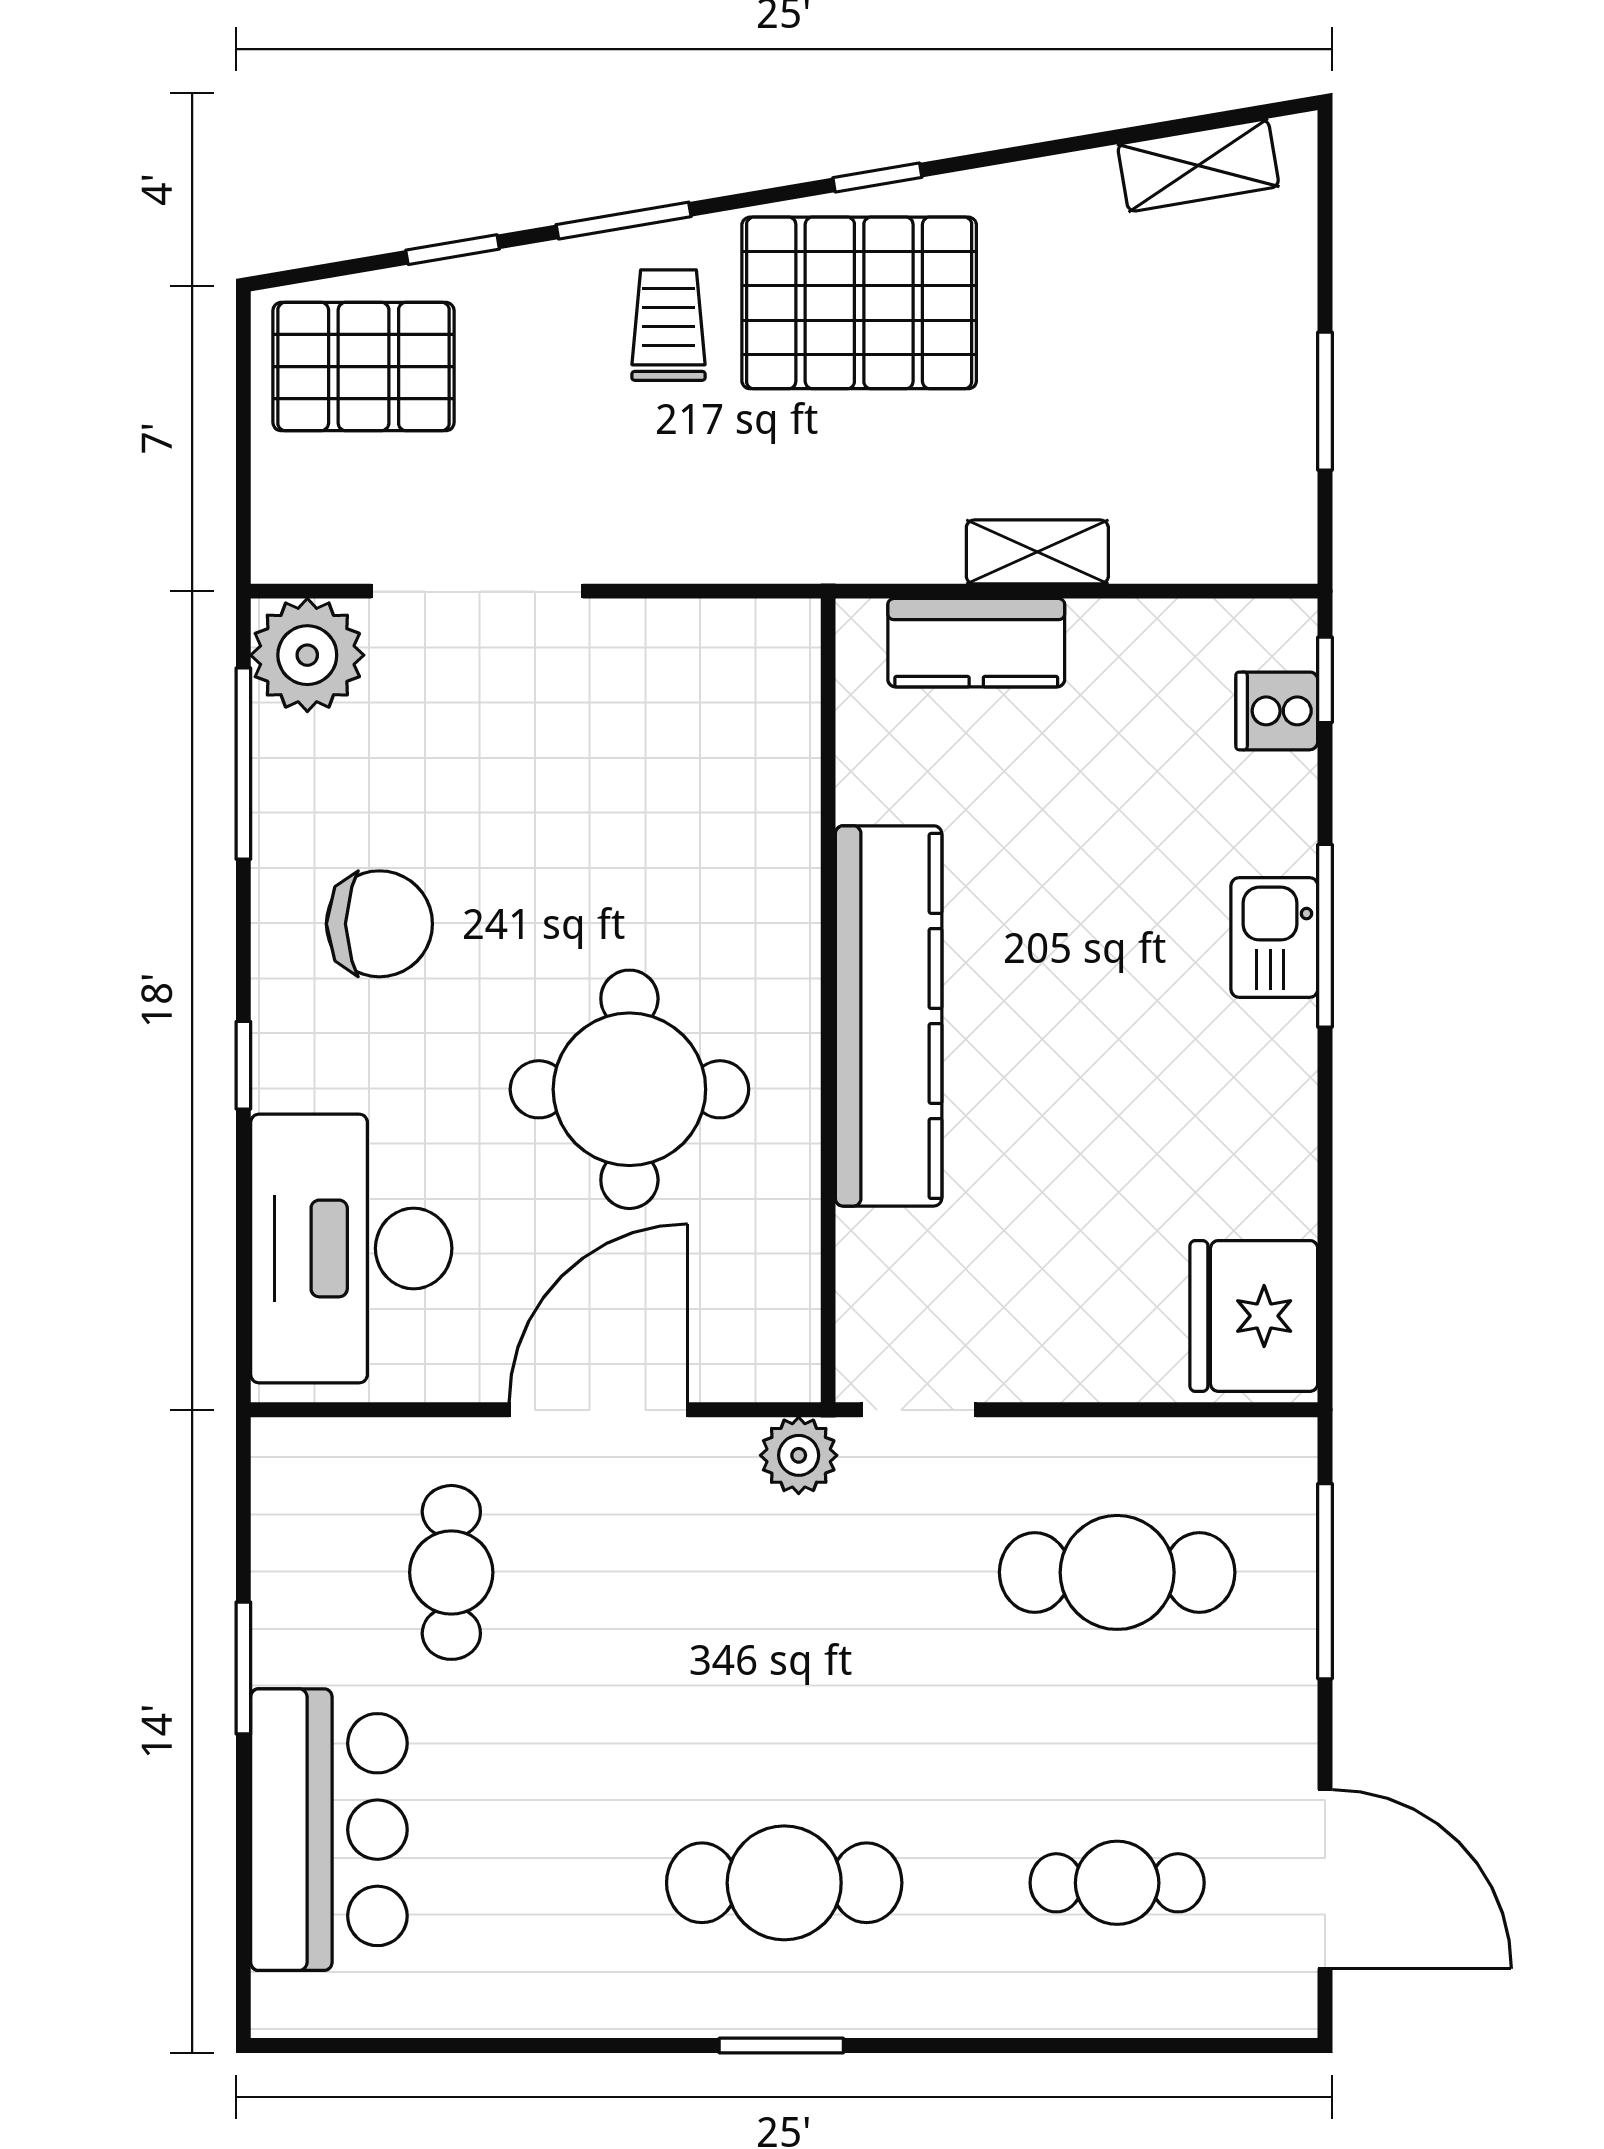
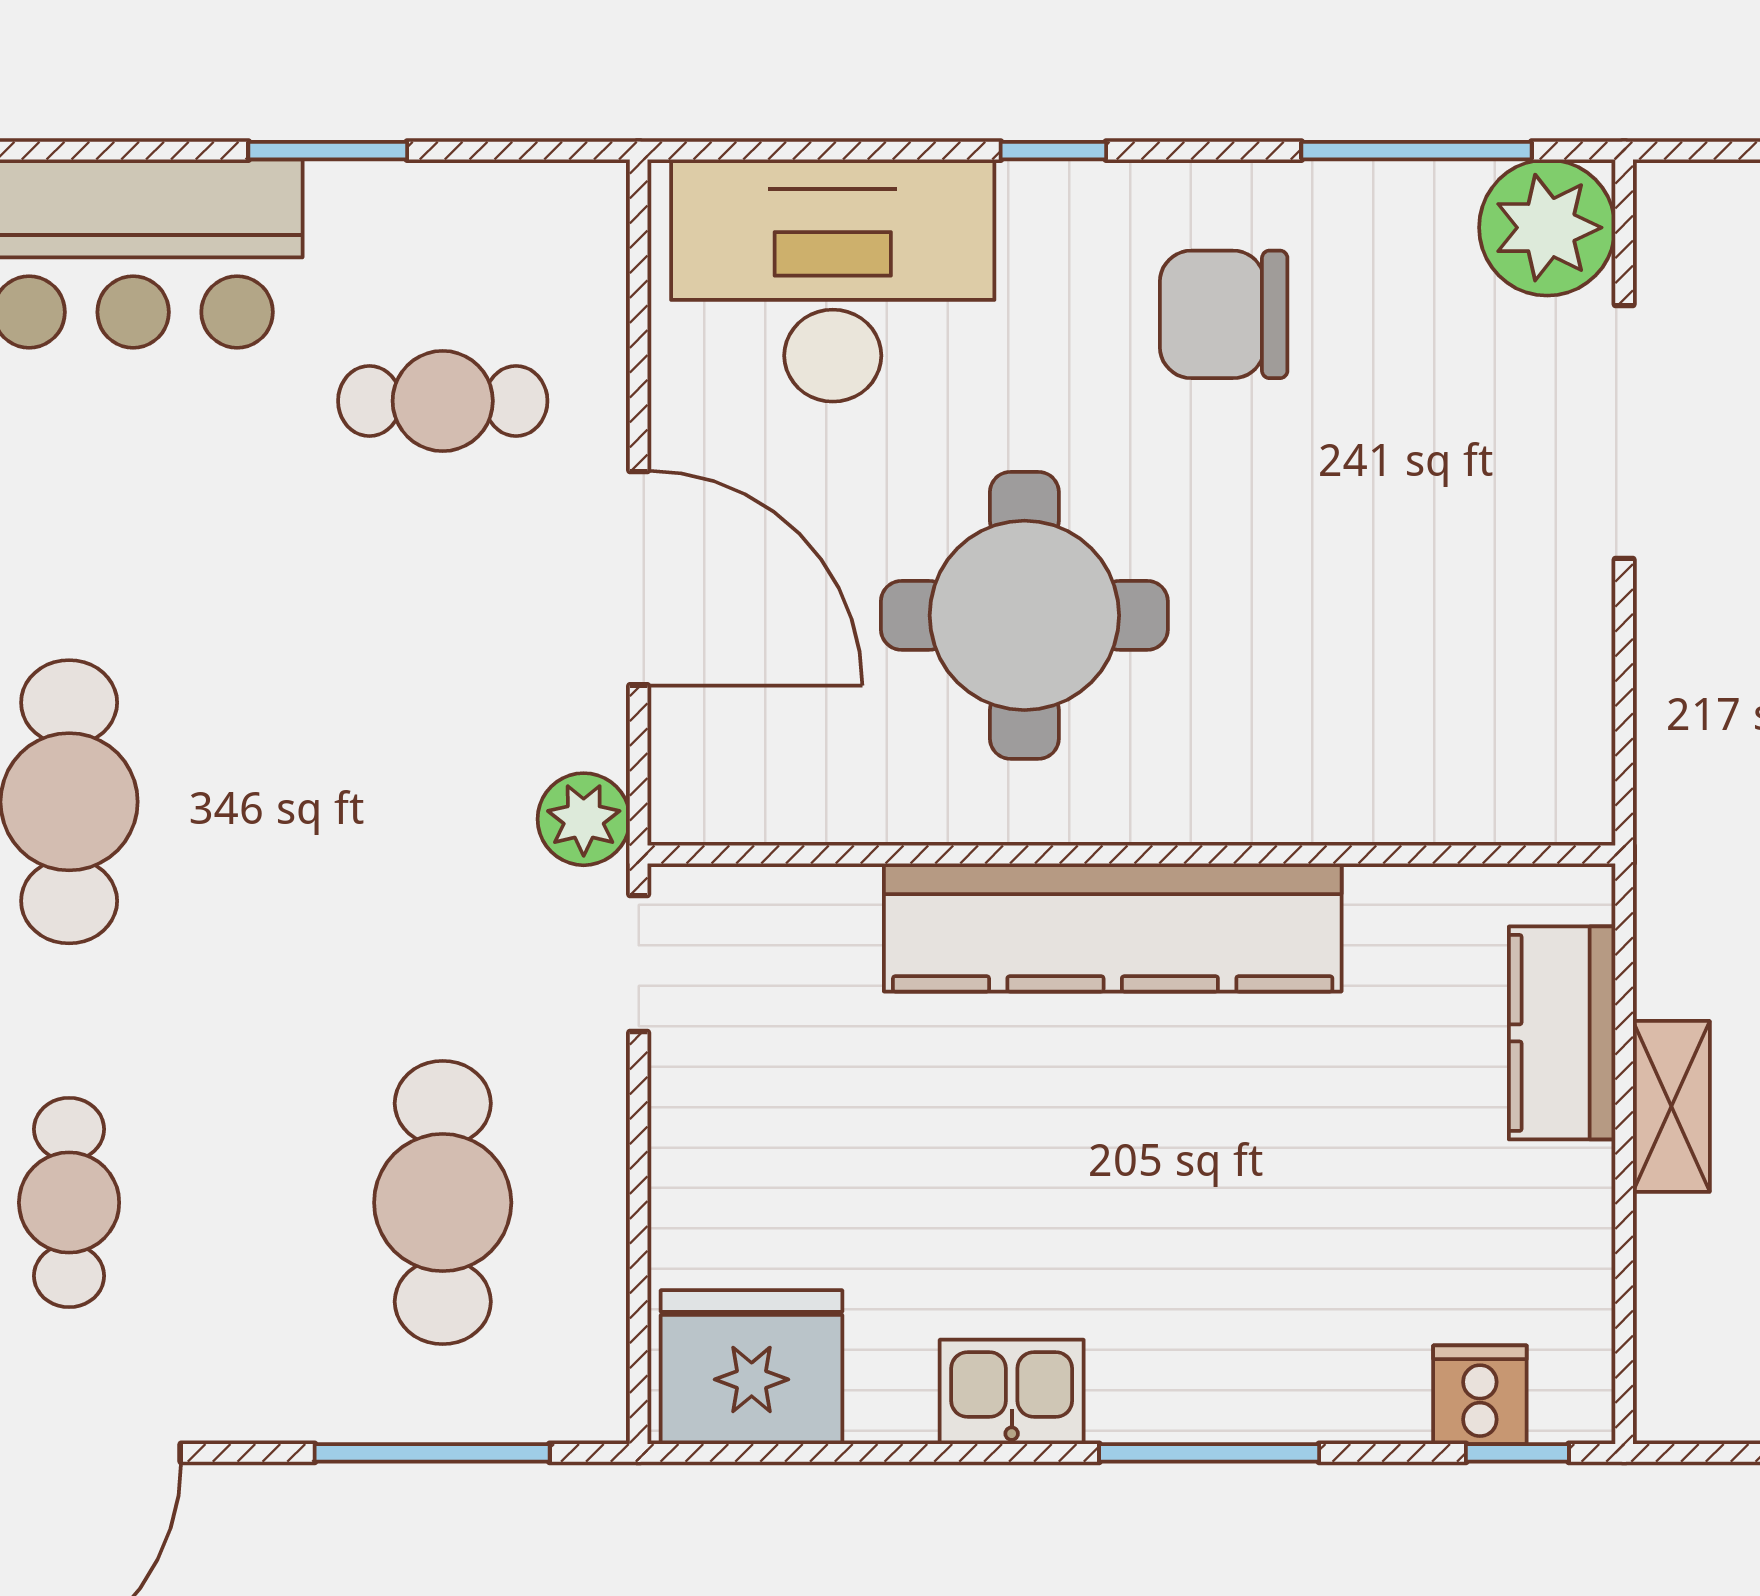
chair: (379, 924) -> (1224, 314), turned 90
kitchen sink: (1274, 937) -> (1012, 1392), moved

